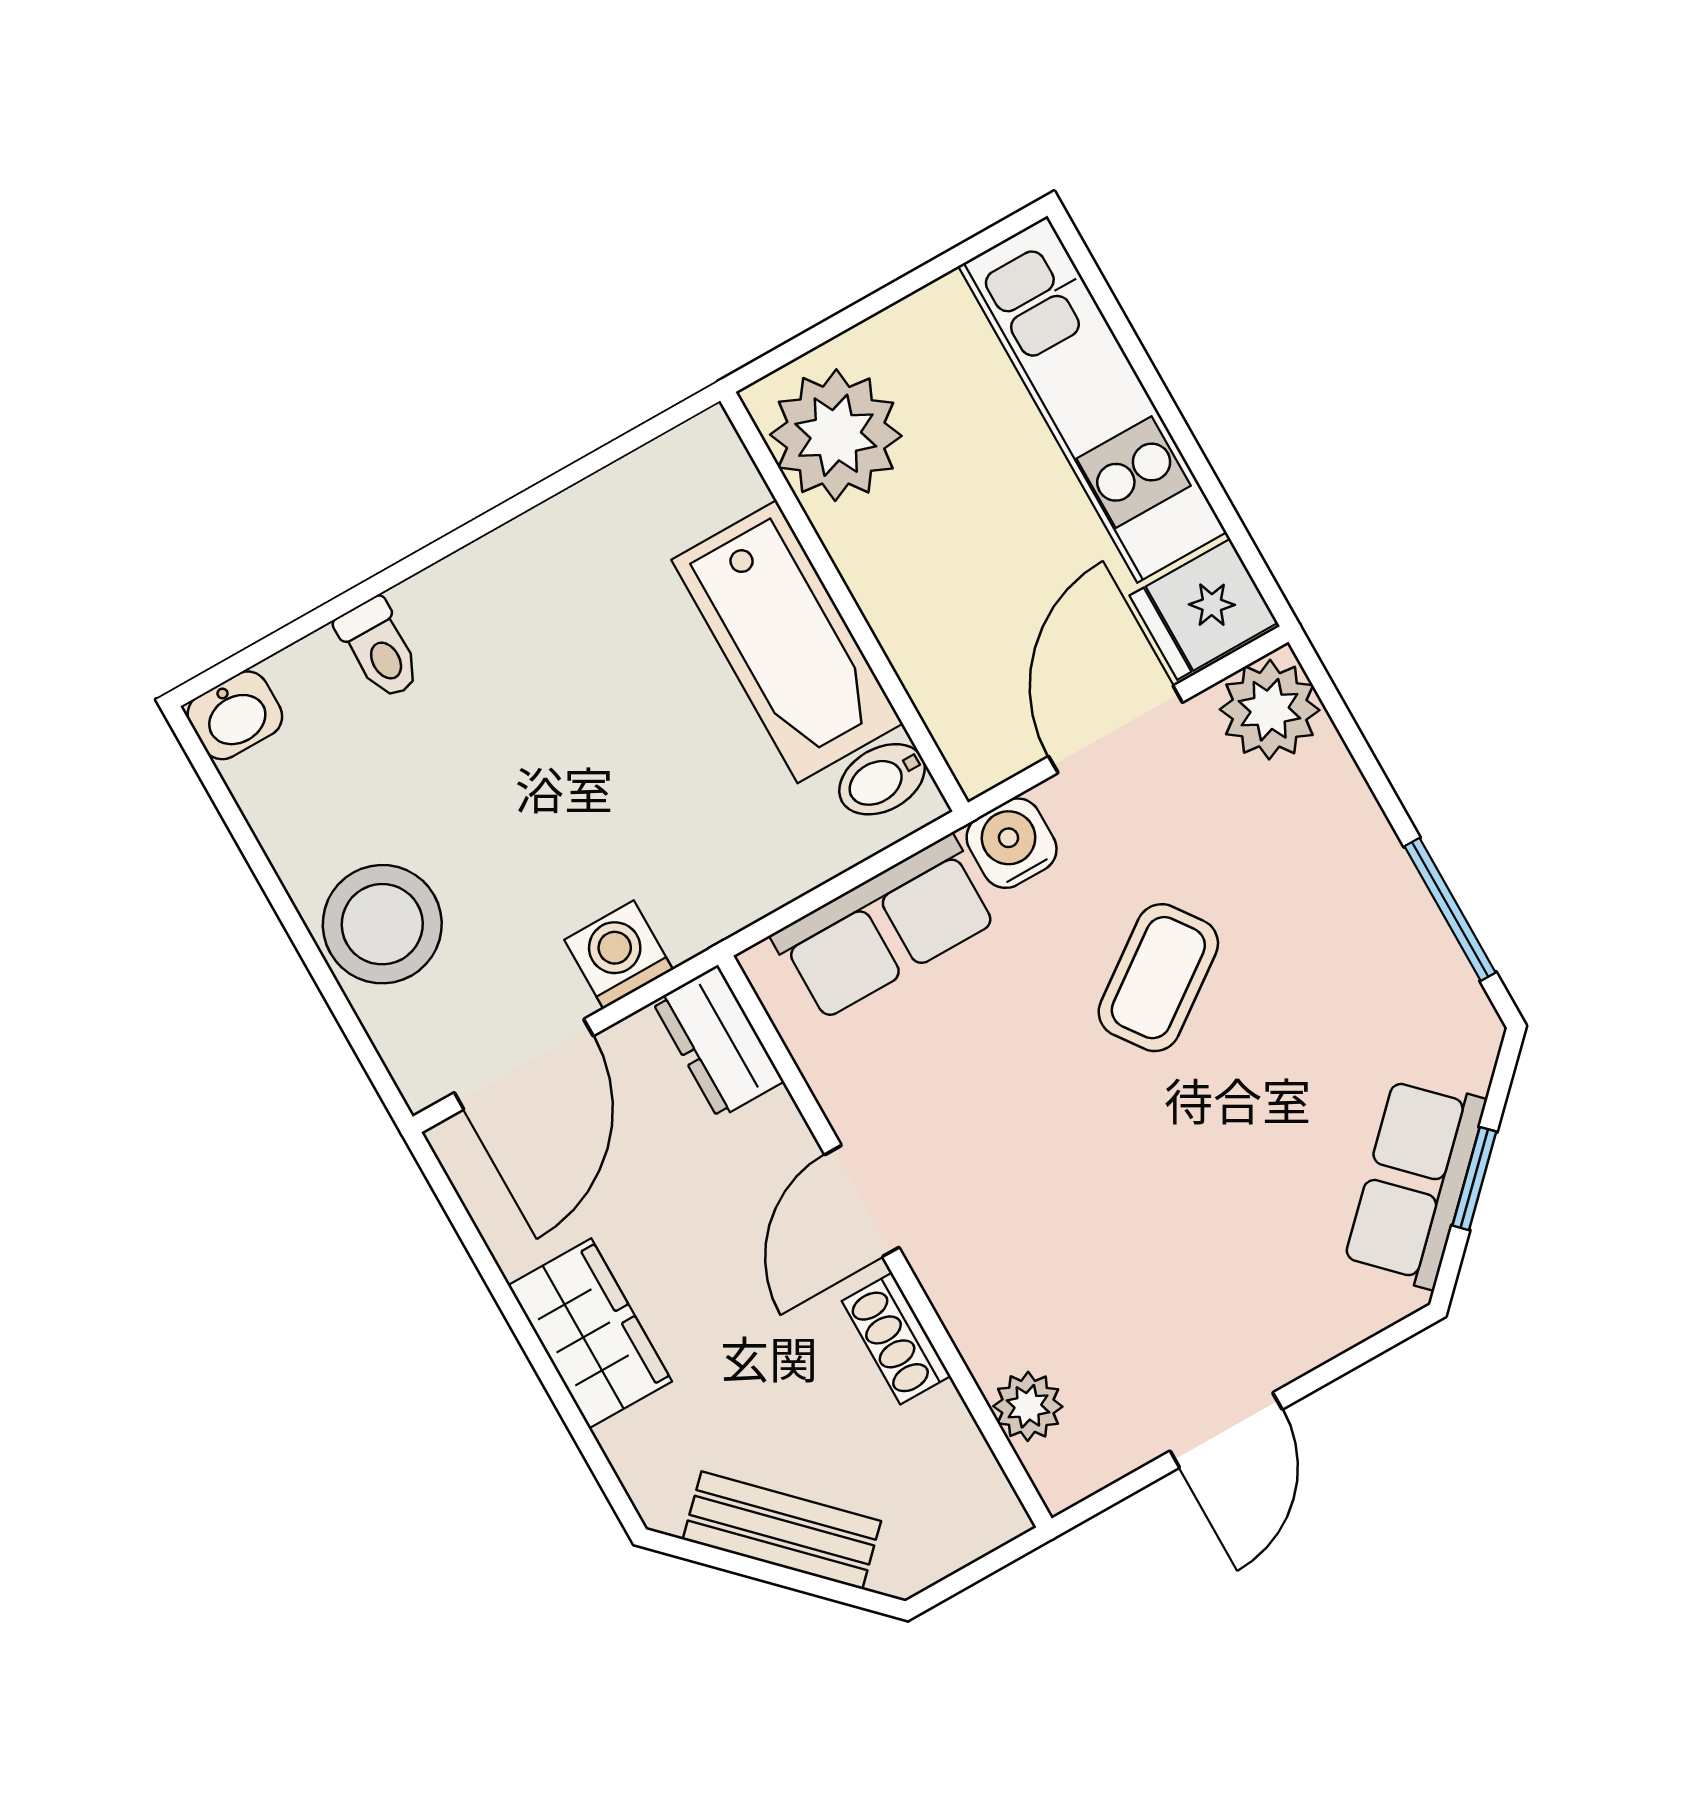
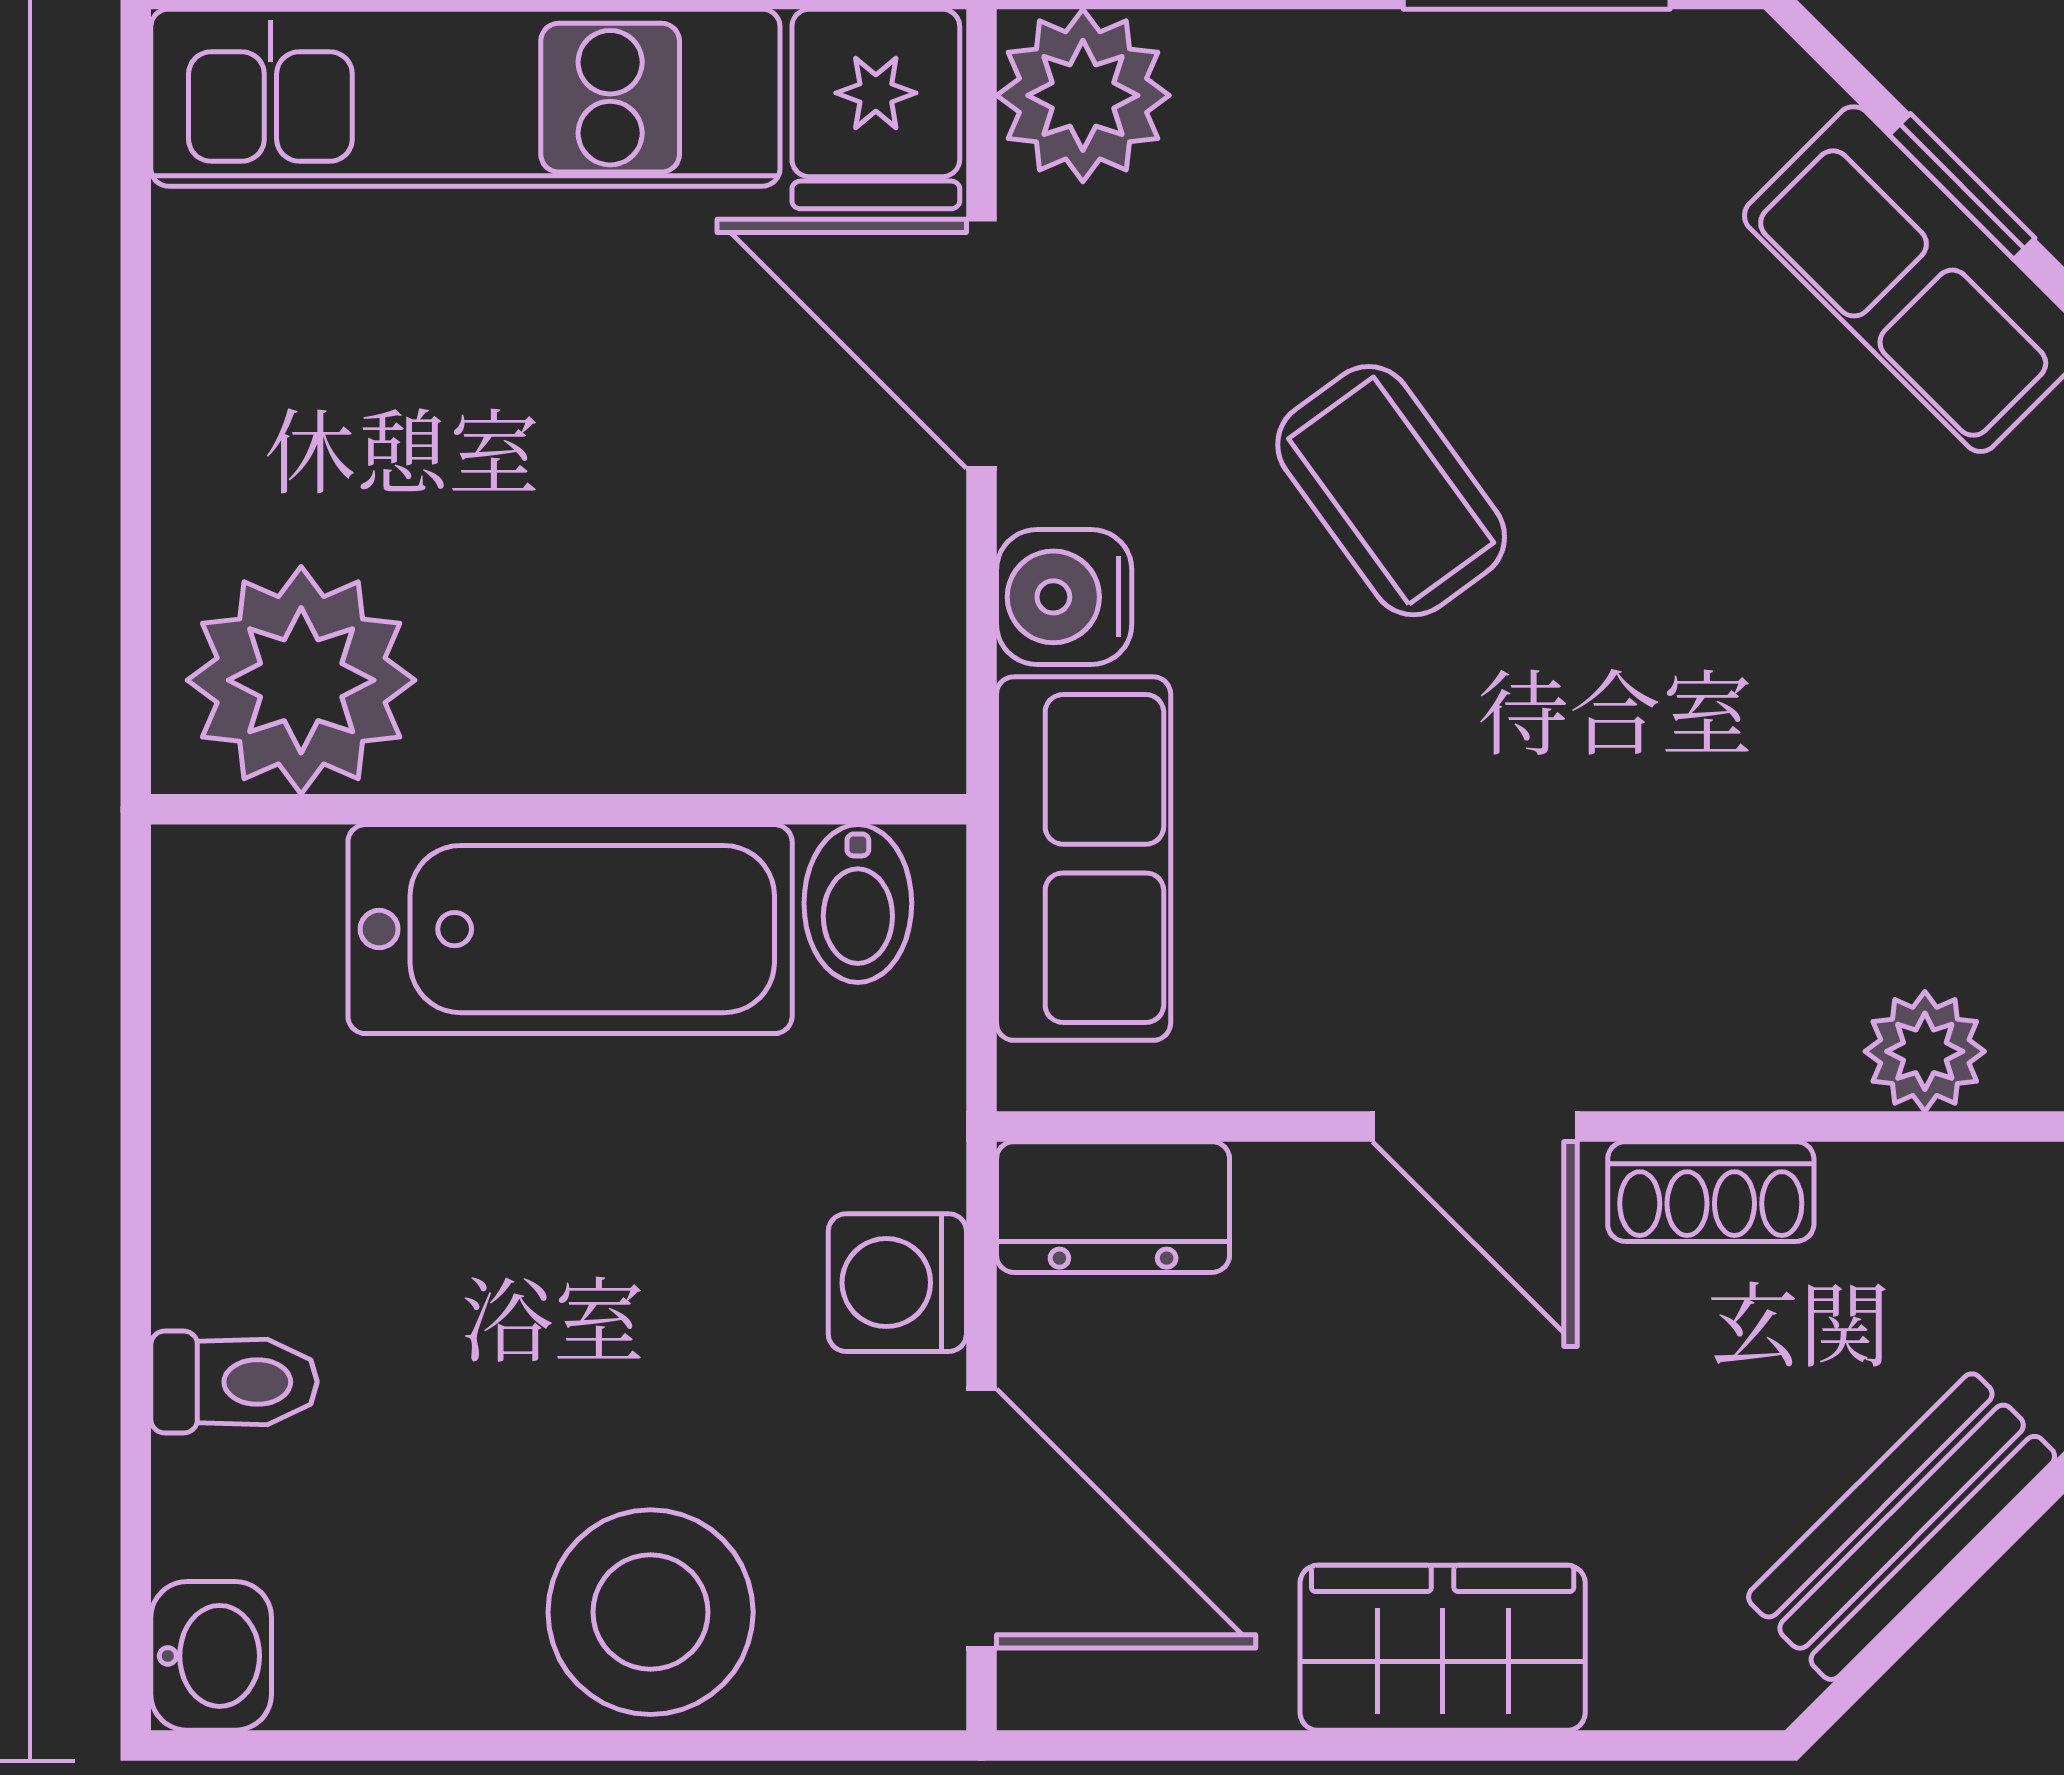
plant: (836, 435) -> (301, 680), moved
wall: (844, 602) -> (559, 809), moved
bathtub: (787, 642) -> (570, 929), moved
bidet: (882, 779) -> (858, 903), moved

